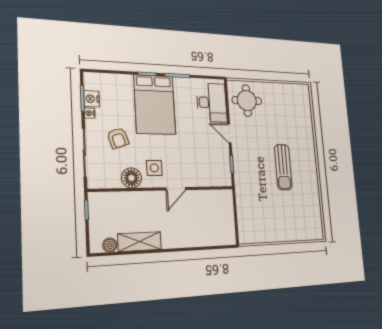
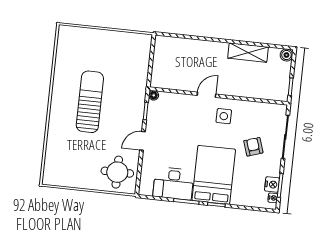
desk: (212, 103) -> (173, 183), moved, turned -90
nightstand: (90, 113) -> (273, 198), moved
door: (229, 134) -> (143, 141), swing flipped
sun lounger: (283, 167) -> (90, 102), width x1.36, depth x1.34
floor lamp: (131, 178) -> (154, 95), moved, width x0.53, depth x0.53
boiler: (110, 245) -> (286, 55), moved

